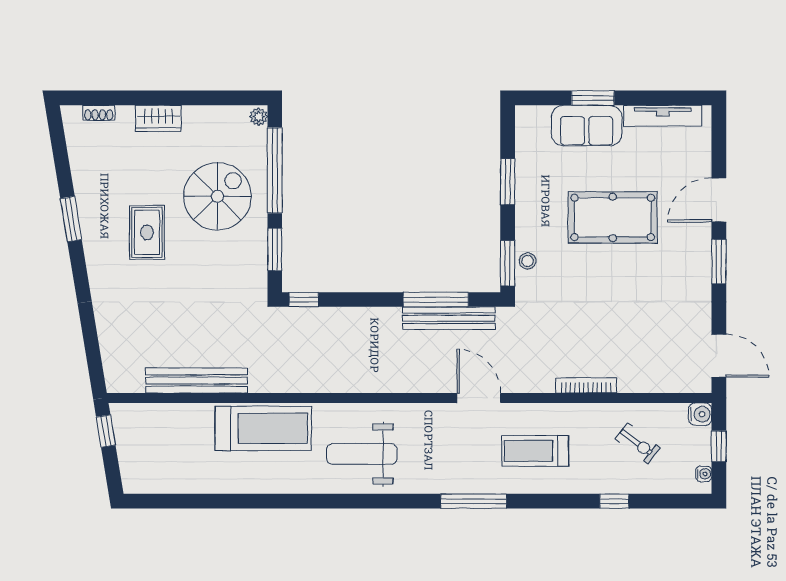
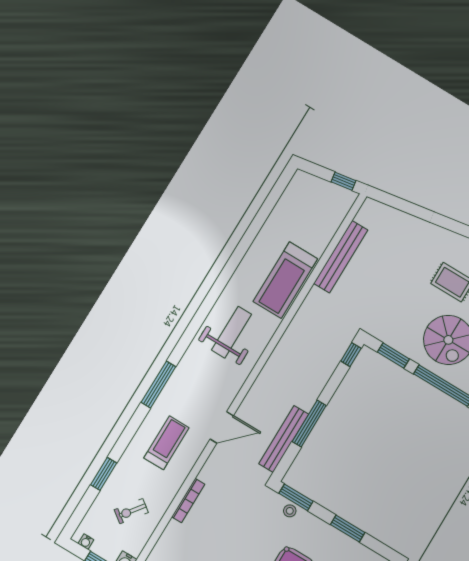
window: (436, 300) -> (309, 424), moved
window: (614, 501) -> (104, 474), width x1.50

